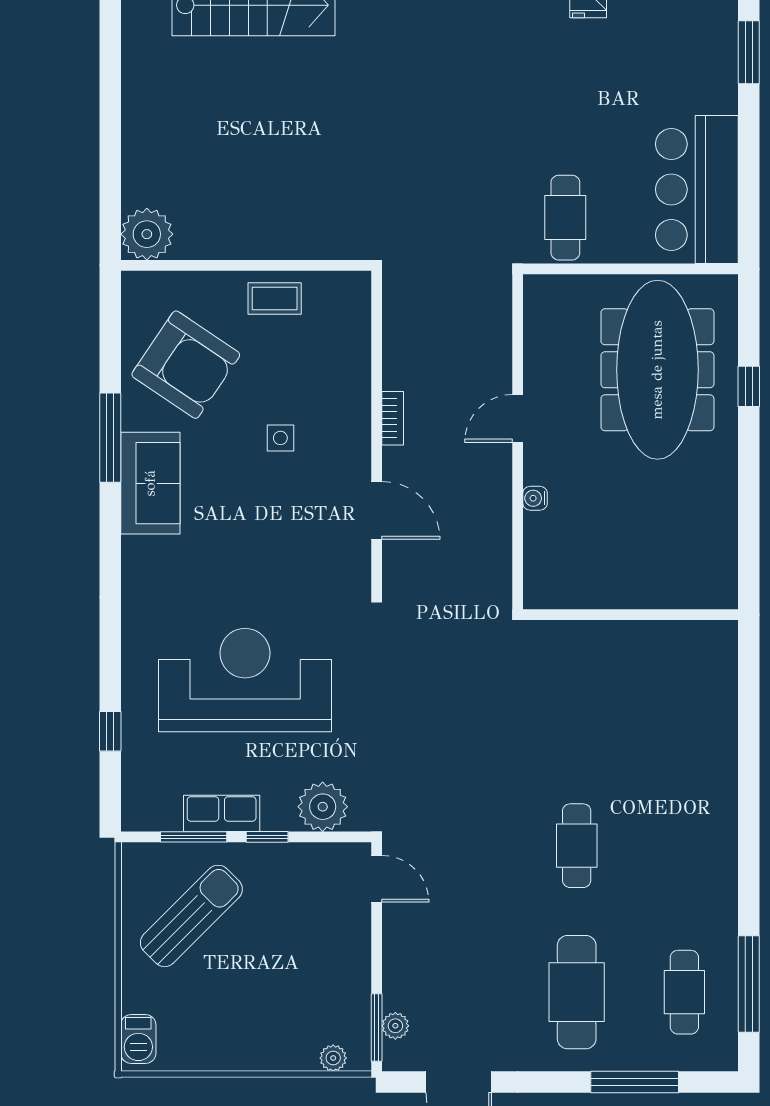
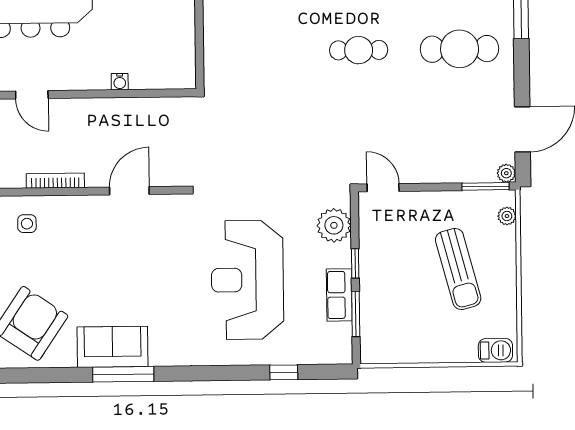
bookcase: (393, 418) -> (55, 181), width x1.56
door: (518, 418) -> (32, 95), moved
window: (110, 438) -> (123, 374), moved
side table: (280, 438) -> (27, 224), moved
door: (377, 879) -> (383, 188), hinge flipped
sun lounger: (191, 916) -> (458, 269), moved, turned -150
plant: (395, 1026) -> (506, 173), moved

